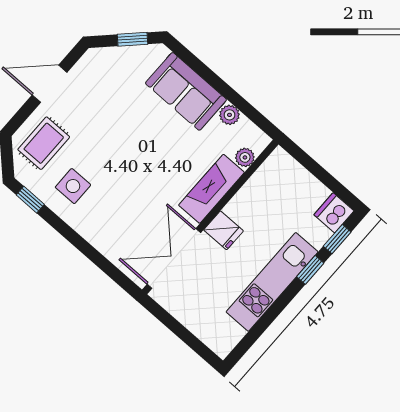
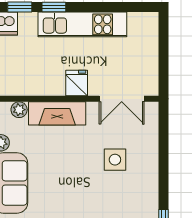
side table: (73, 186) -> (115, 160), moved
double door: (174, 259) -> (122, 99), width x0.73

